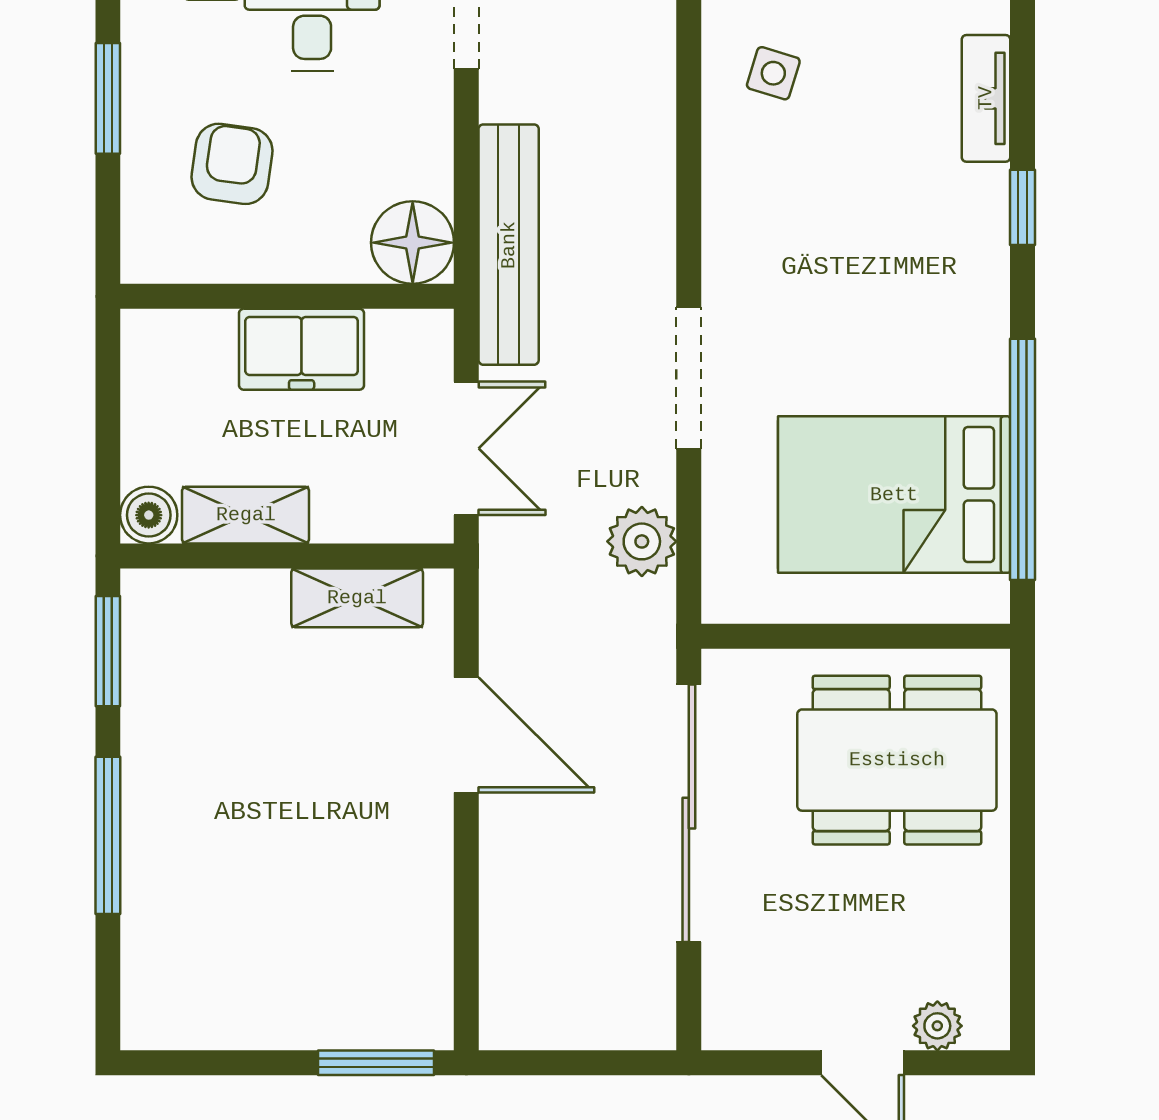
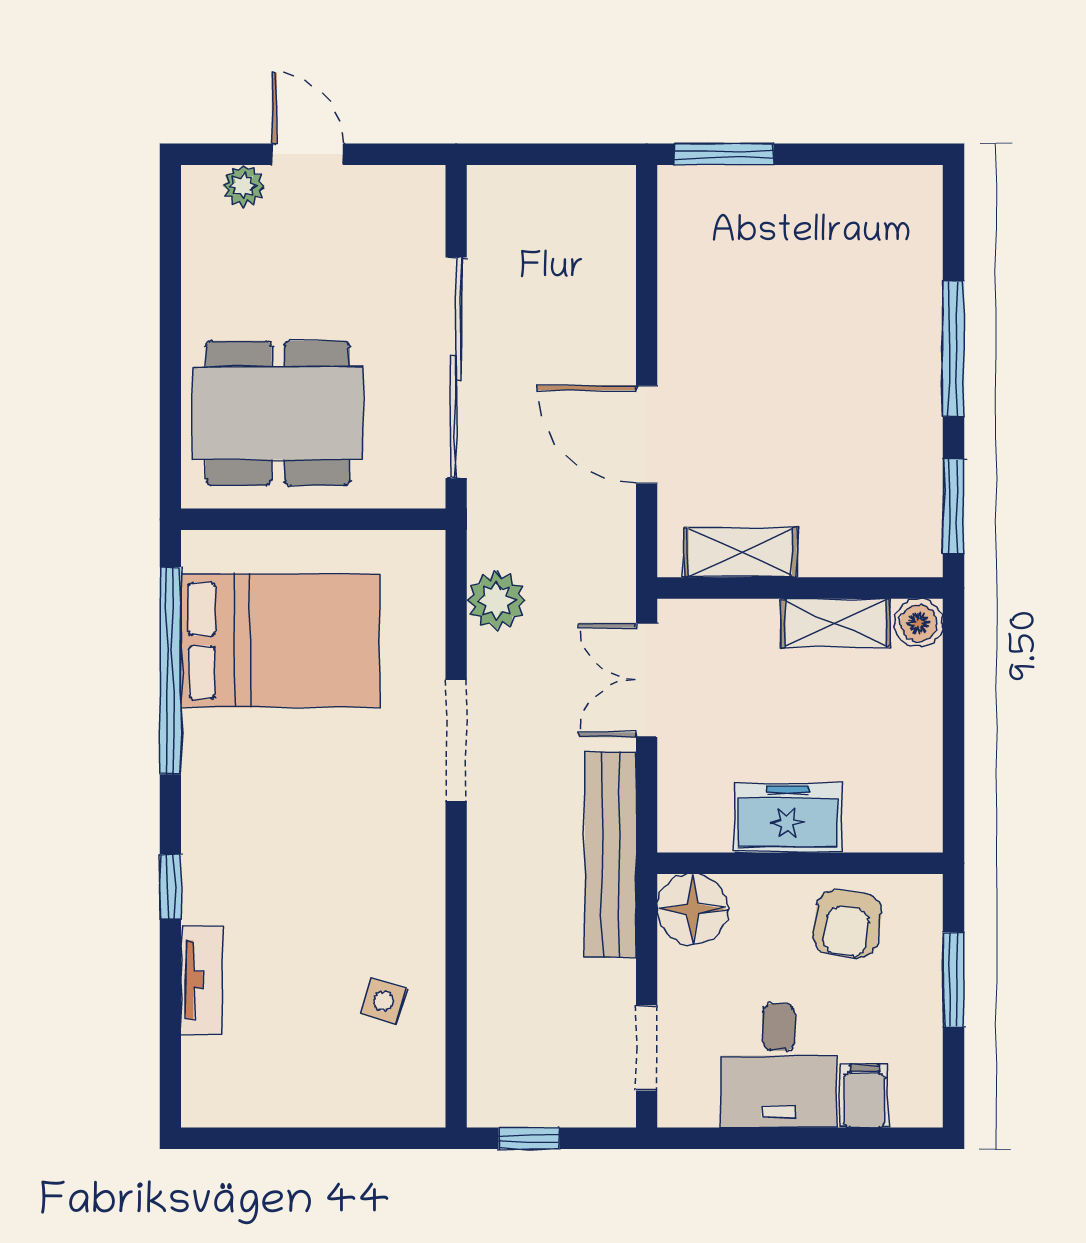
floor lamp: (413, 243) -> (693, 909), moved
wall: (287, 296) -> (800, 863), moved
freezer: (302, 349) -> (788, 818), moved

